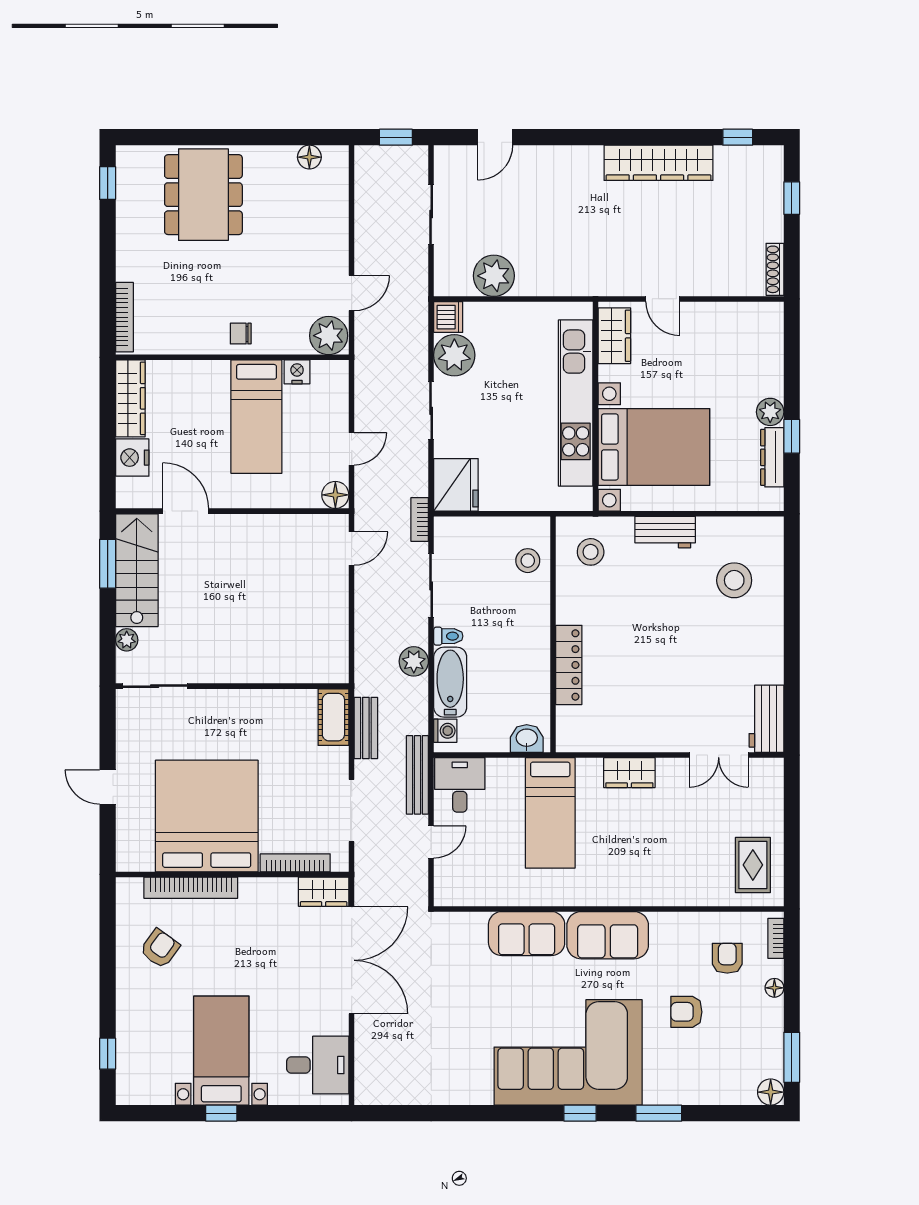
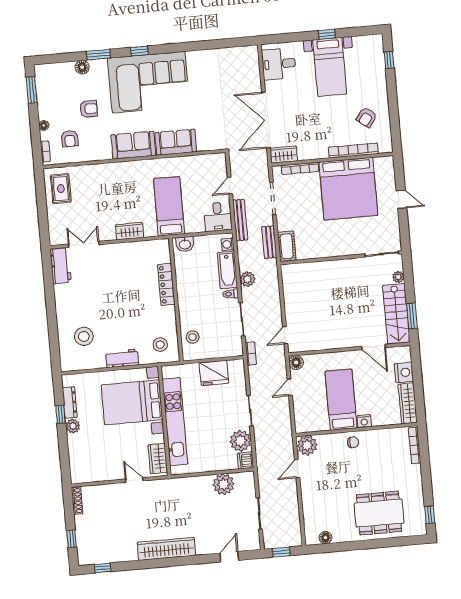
wardrobe: (659, 163) -> (167, 549), moved
dining table: (203, 195) -> (379, 513), turned 90
nightstand: (297, 372) -> (364, 421), moved
fridge: (456, 485) -> (214, 373), moved, turned -90
floor lamp: (771, 1092) -> (82, 67), moved

